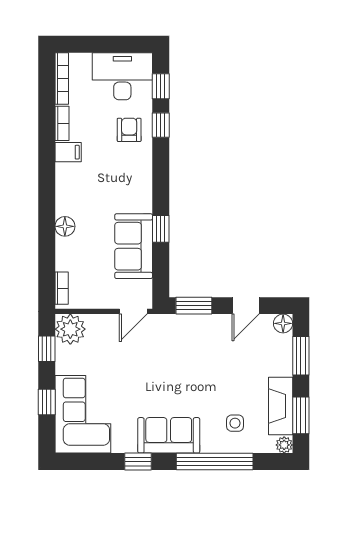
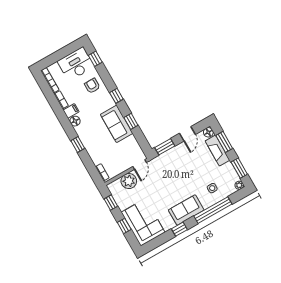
window: (161, 125) -> (116, 96), moved
window: (47, 216) -> (78, 144), added
floor lamp: (65, 226) -> (75, 121), moved
sofa: (134, 246) -> (117, 124), moved
plant: (70, 329) -> (129, 181), moved
fireplace: (281, 406) -> (217, 151), moved

